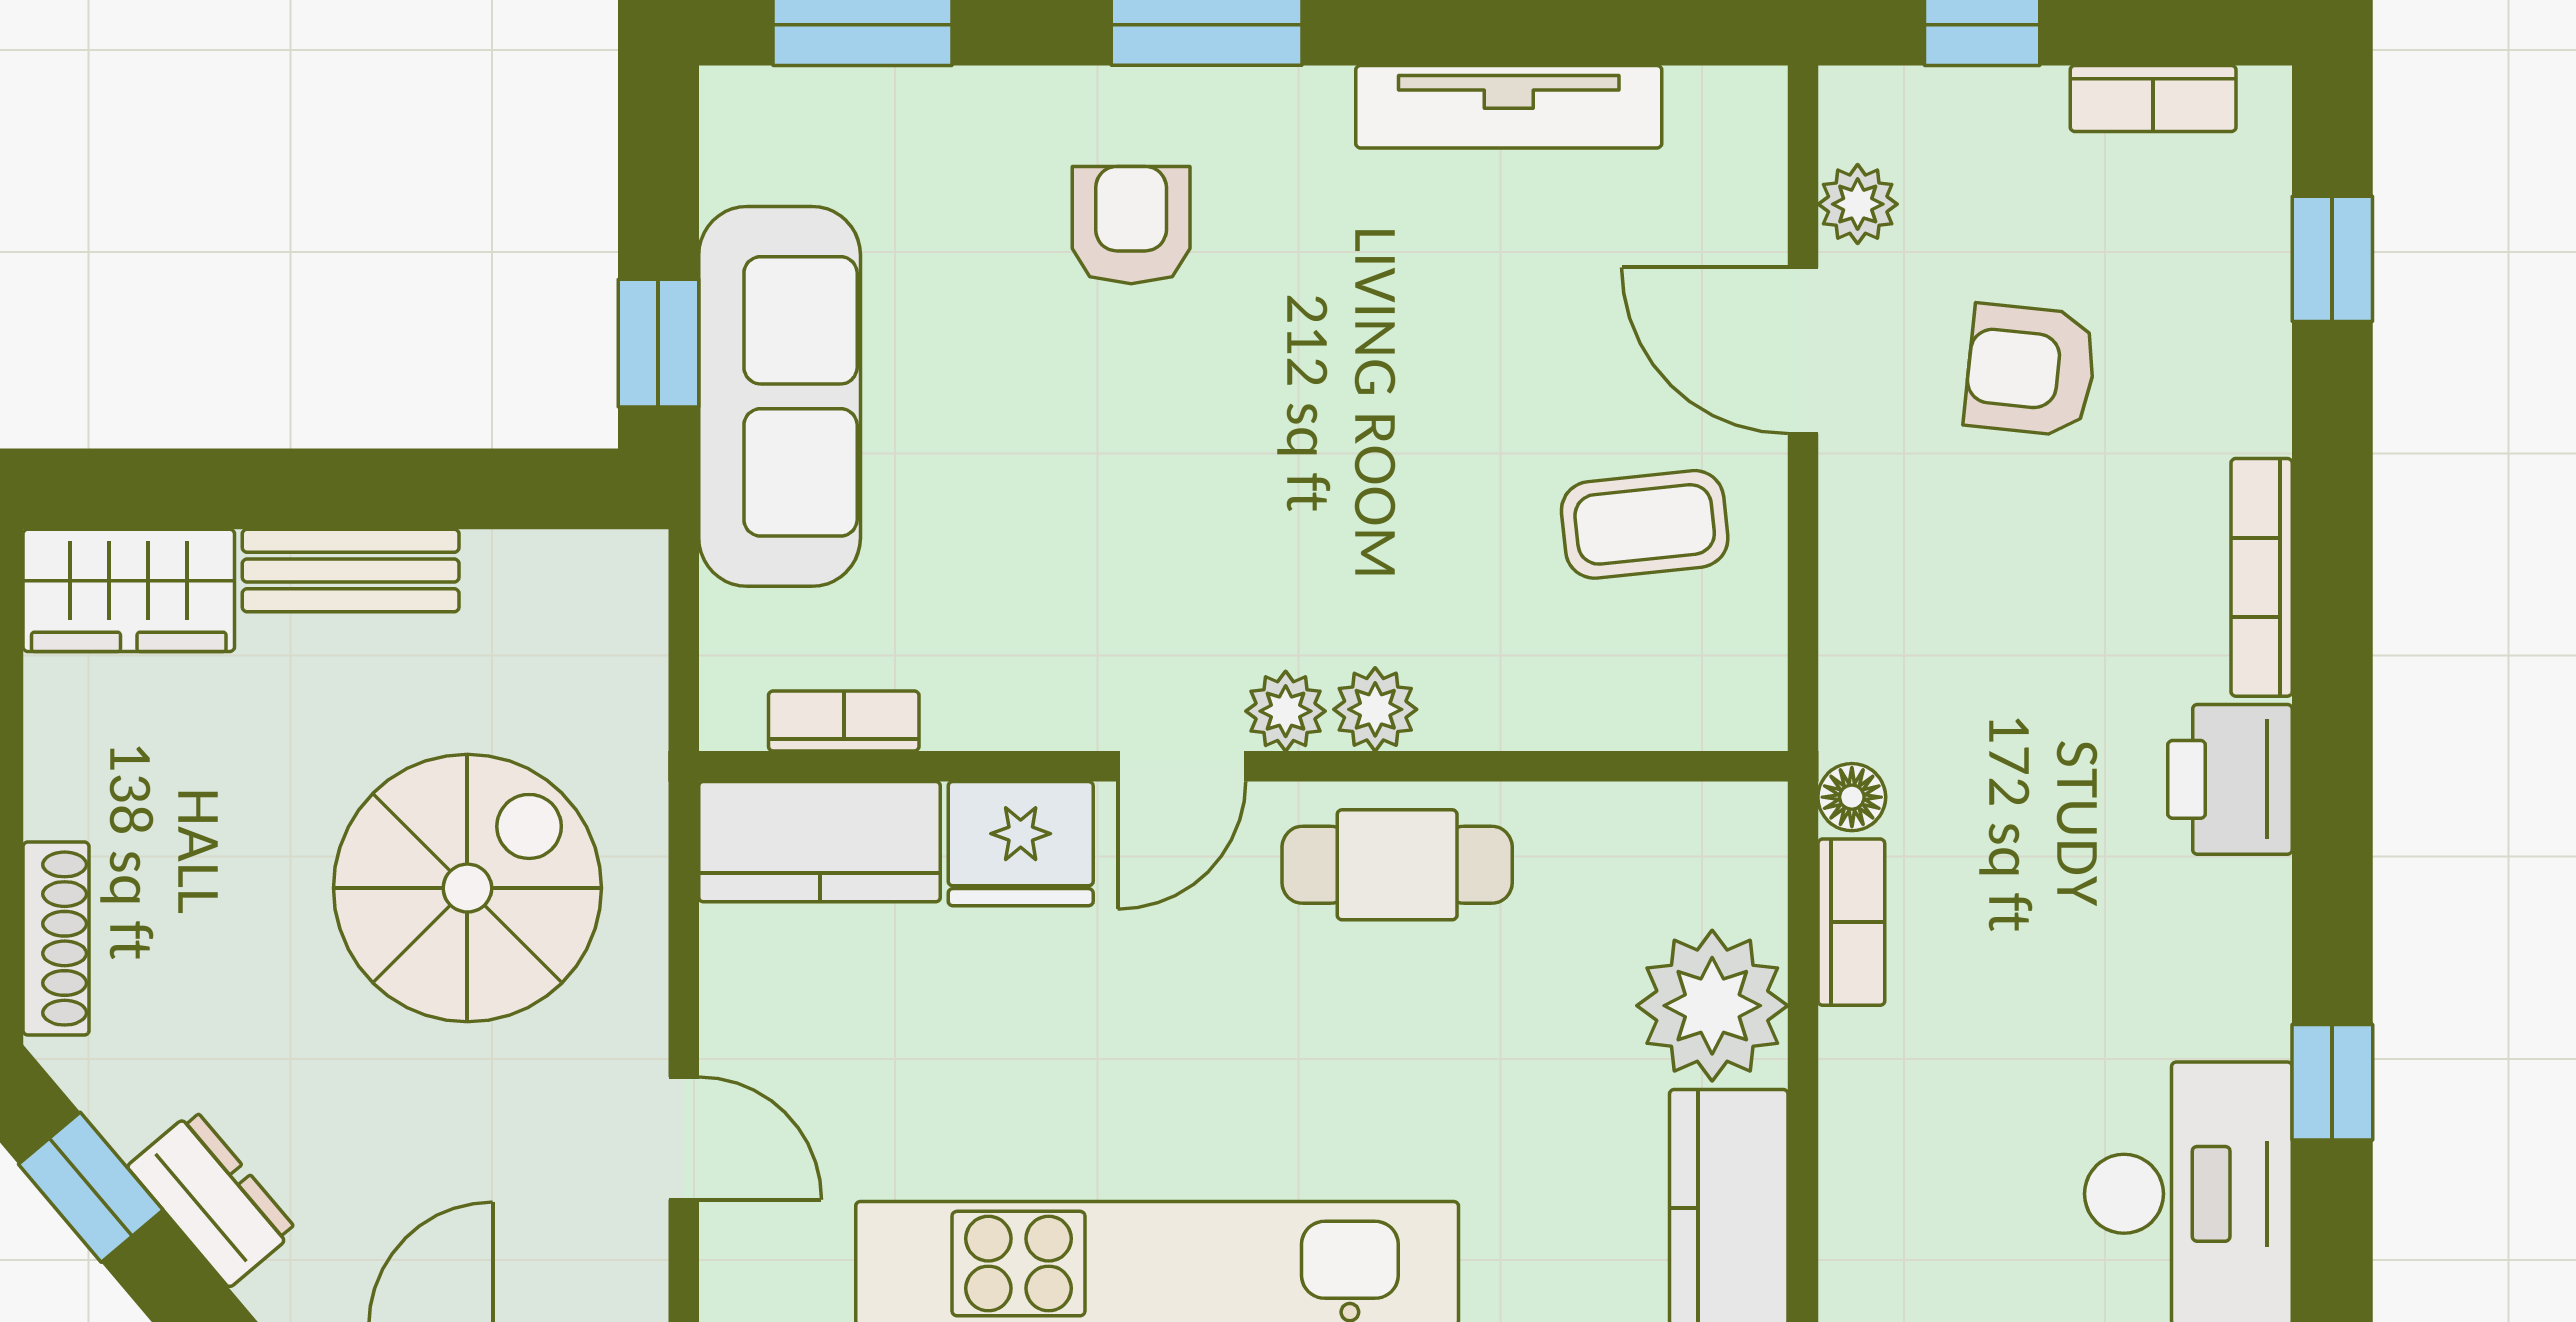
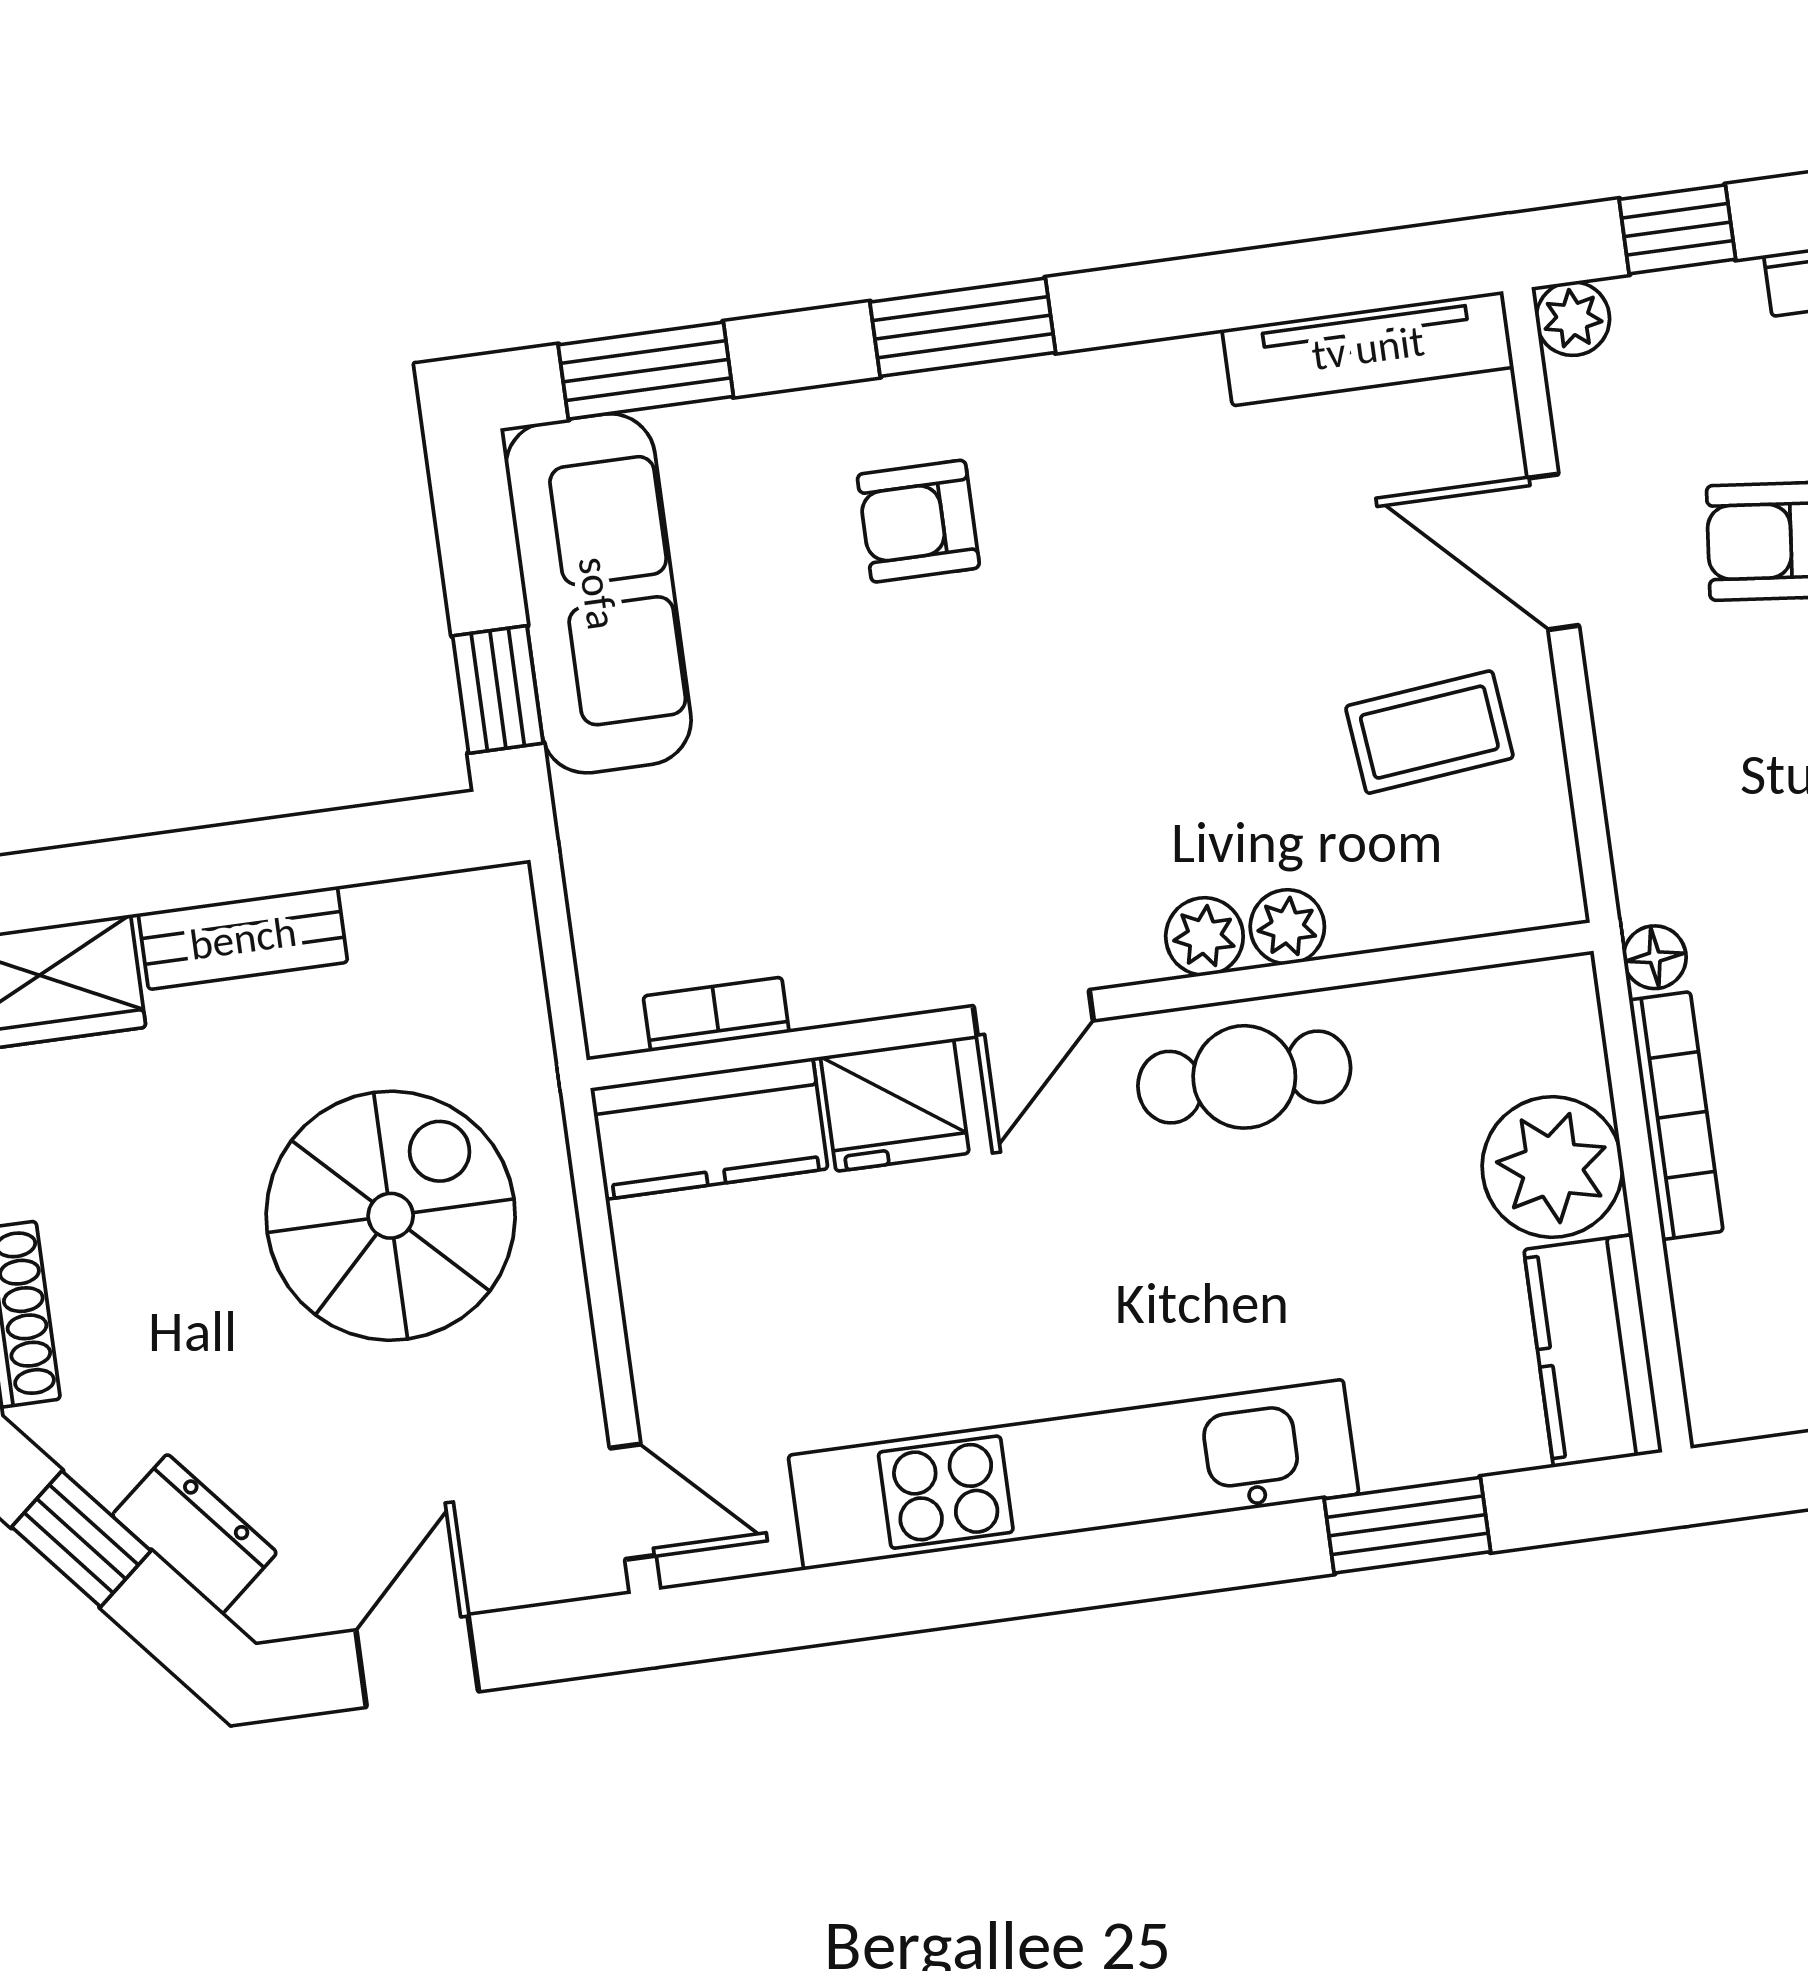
tv unit: (1509, 107) -> (1368, 348), moved
plant: (1858, 204) -> (1573, 319), moved
armchair: (1131, 225) -> (918, 521), turned -90
sofa: (780, 396) -> (598, 593), moved
plant: (1286, 711) -> (1287, 927), moved
bookcase: (1851, 922) -> (1676, 1116), width x1.56
door: (684, 1138) -> (633, 1502), moved

